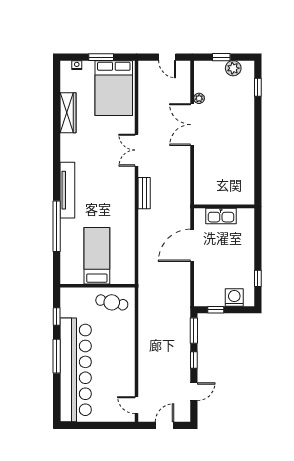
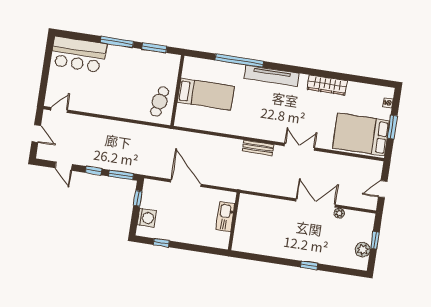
window: (258, 87) -> (309, 265), moved
wardrobe: (68, 113) -> (327, 85), moved
door: (192, 245) -> (186, 183), moved
window: (57, 316) -> (154, 48), width x1.50
bar counter: (76, 370) -> (79, 54), width x0.54

